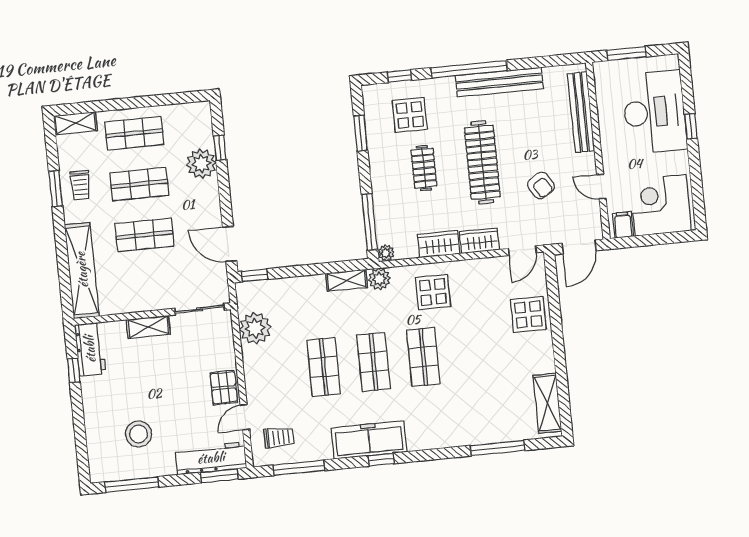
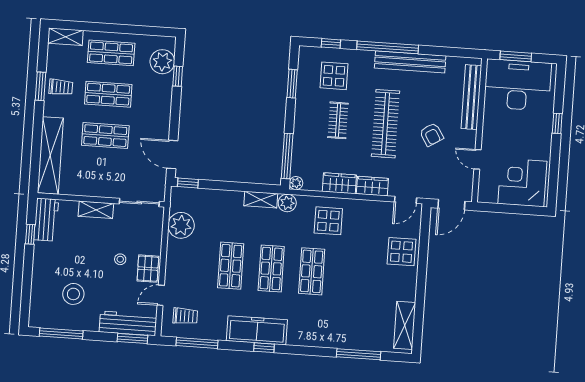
desk: (654, 112) -> (518, 85), moved, turned -90
plant: (201, 164) -> (162, 62), moved
trolley: (80, 185) -> (61, 87), turned -89
armchair: (541, 185) -> (432, 134), moved
filing cabinet: (623, 225) -> (490, 193), removed
stool: (188, 382) -> (120, 259), added

